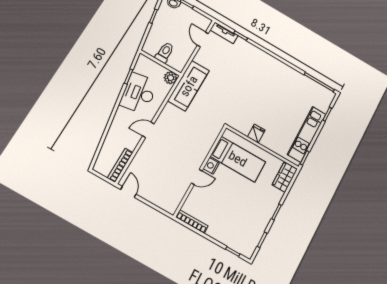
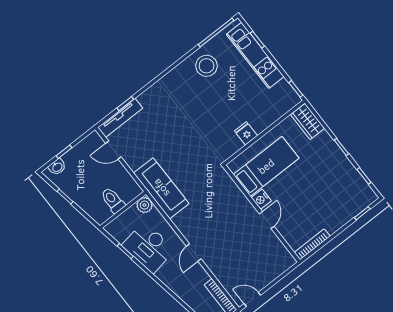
tv unit: (224, 33) -> (120, 118), width x1.41
stool: (293, 84) -> (207, 66), added
kitchen unit: (307, 134) -> (255, 55), moved

